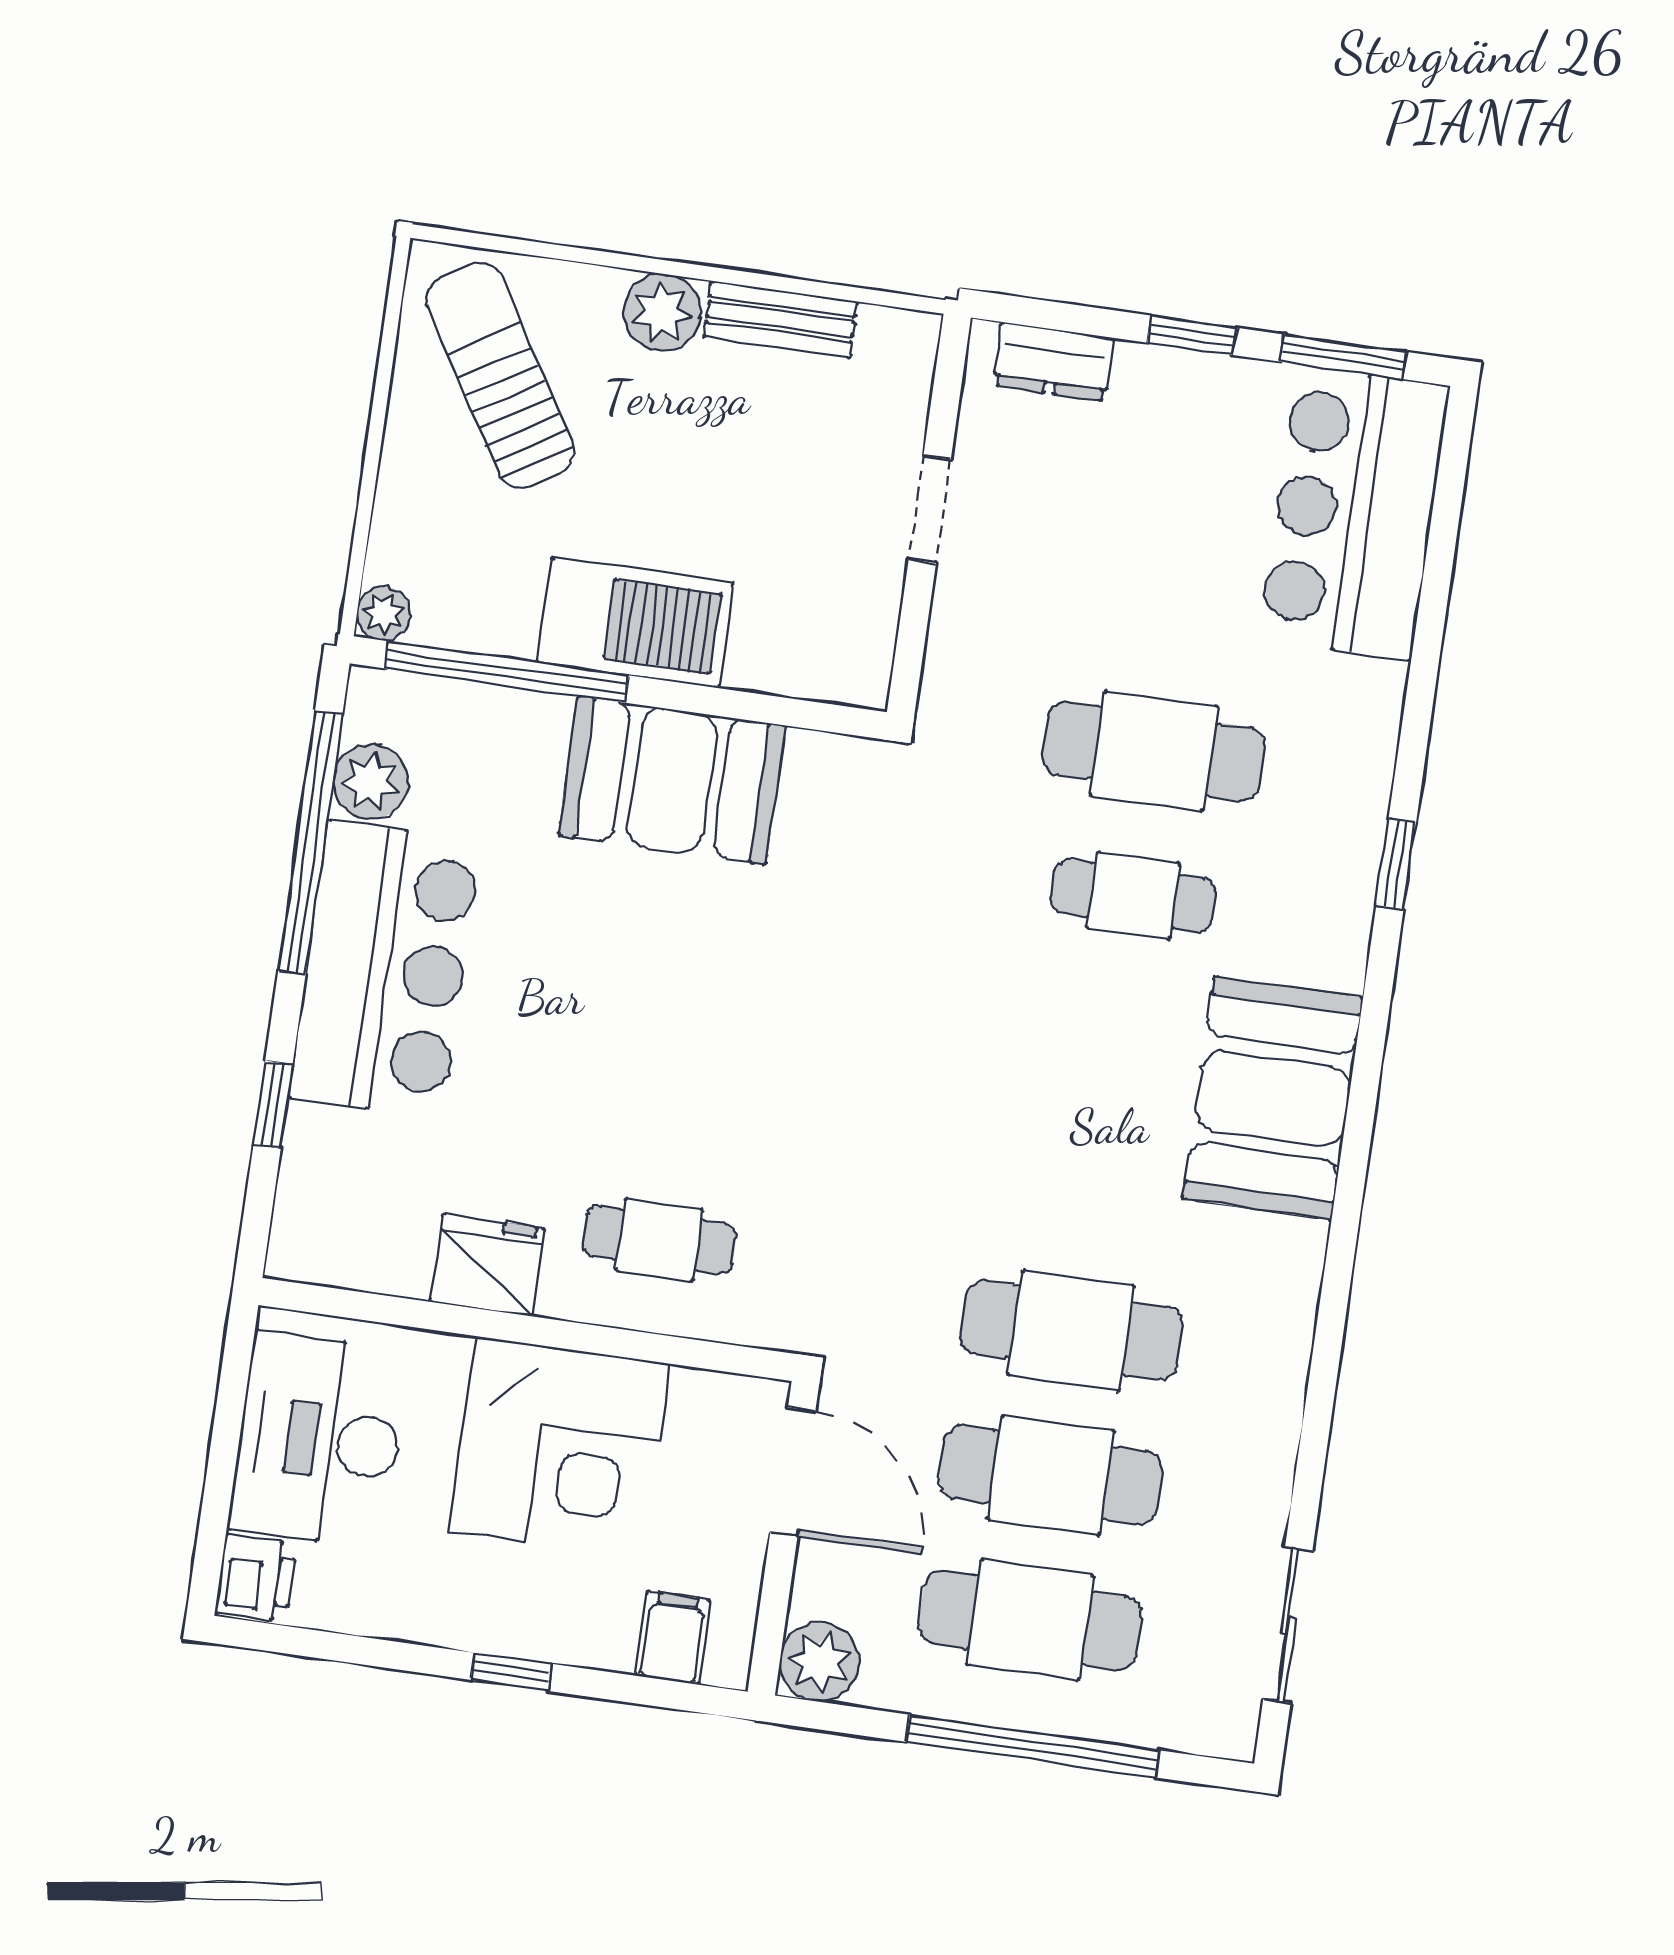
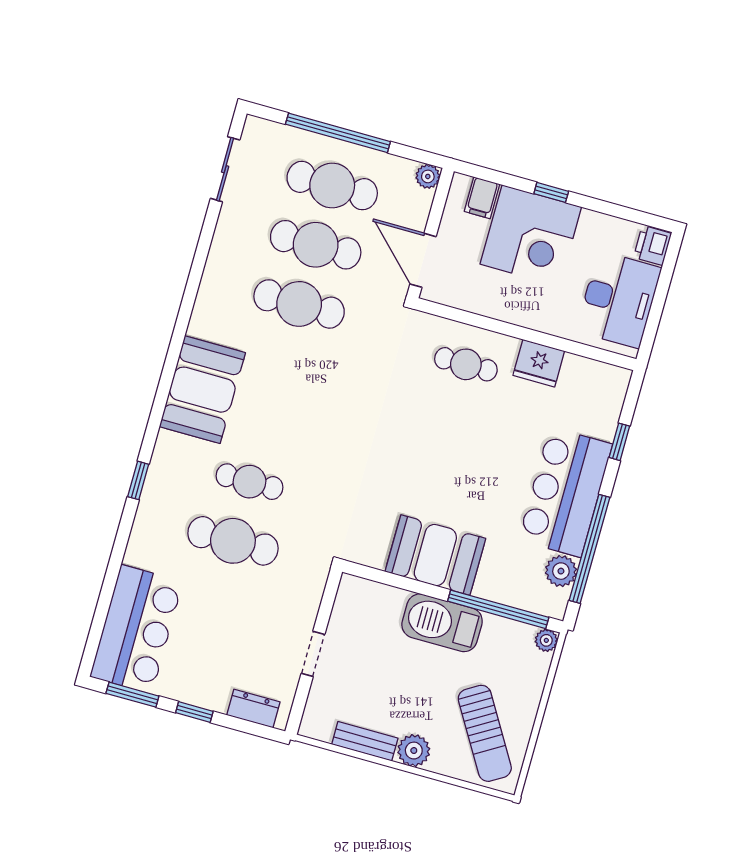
corner desk: (560, 1447) -> (531, 236), moved, turned 180
plant: (820, 1662) -> (428, 176), width x0.73, depth x0.73

